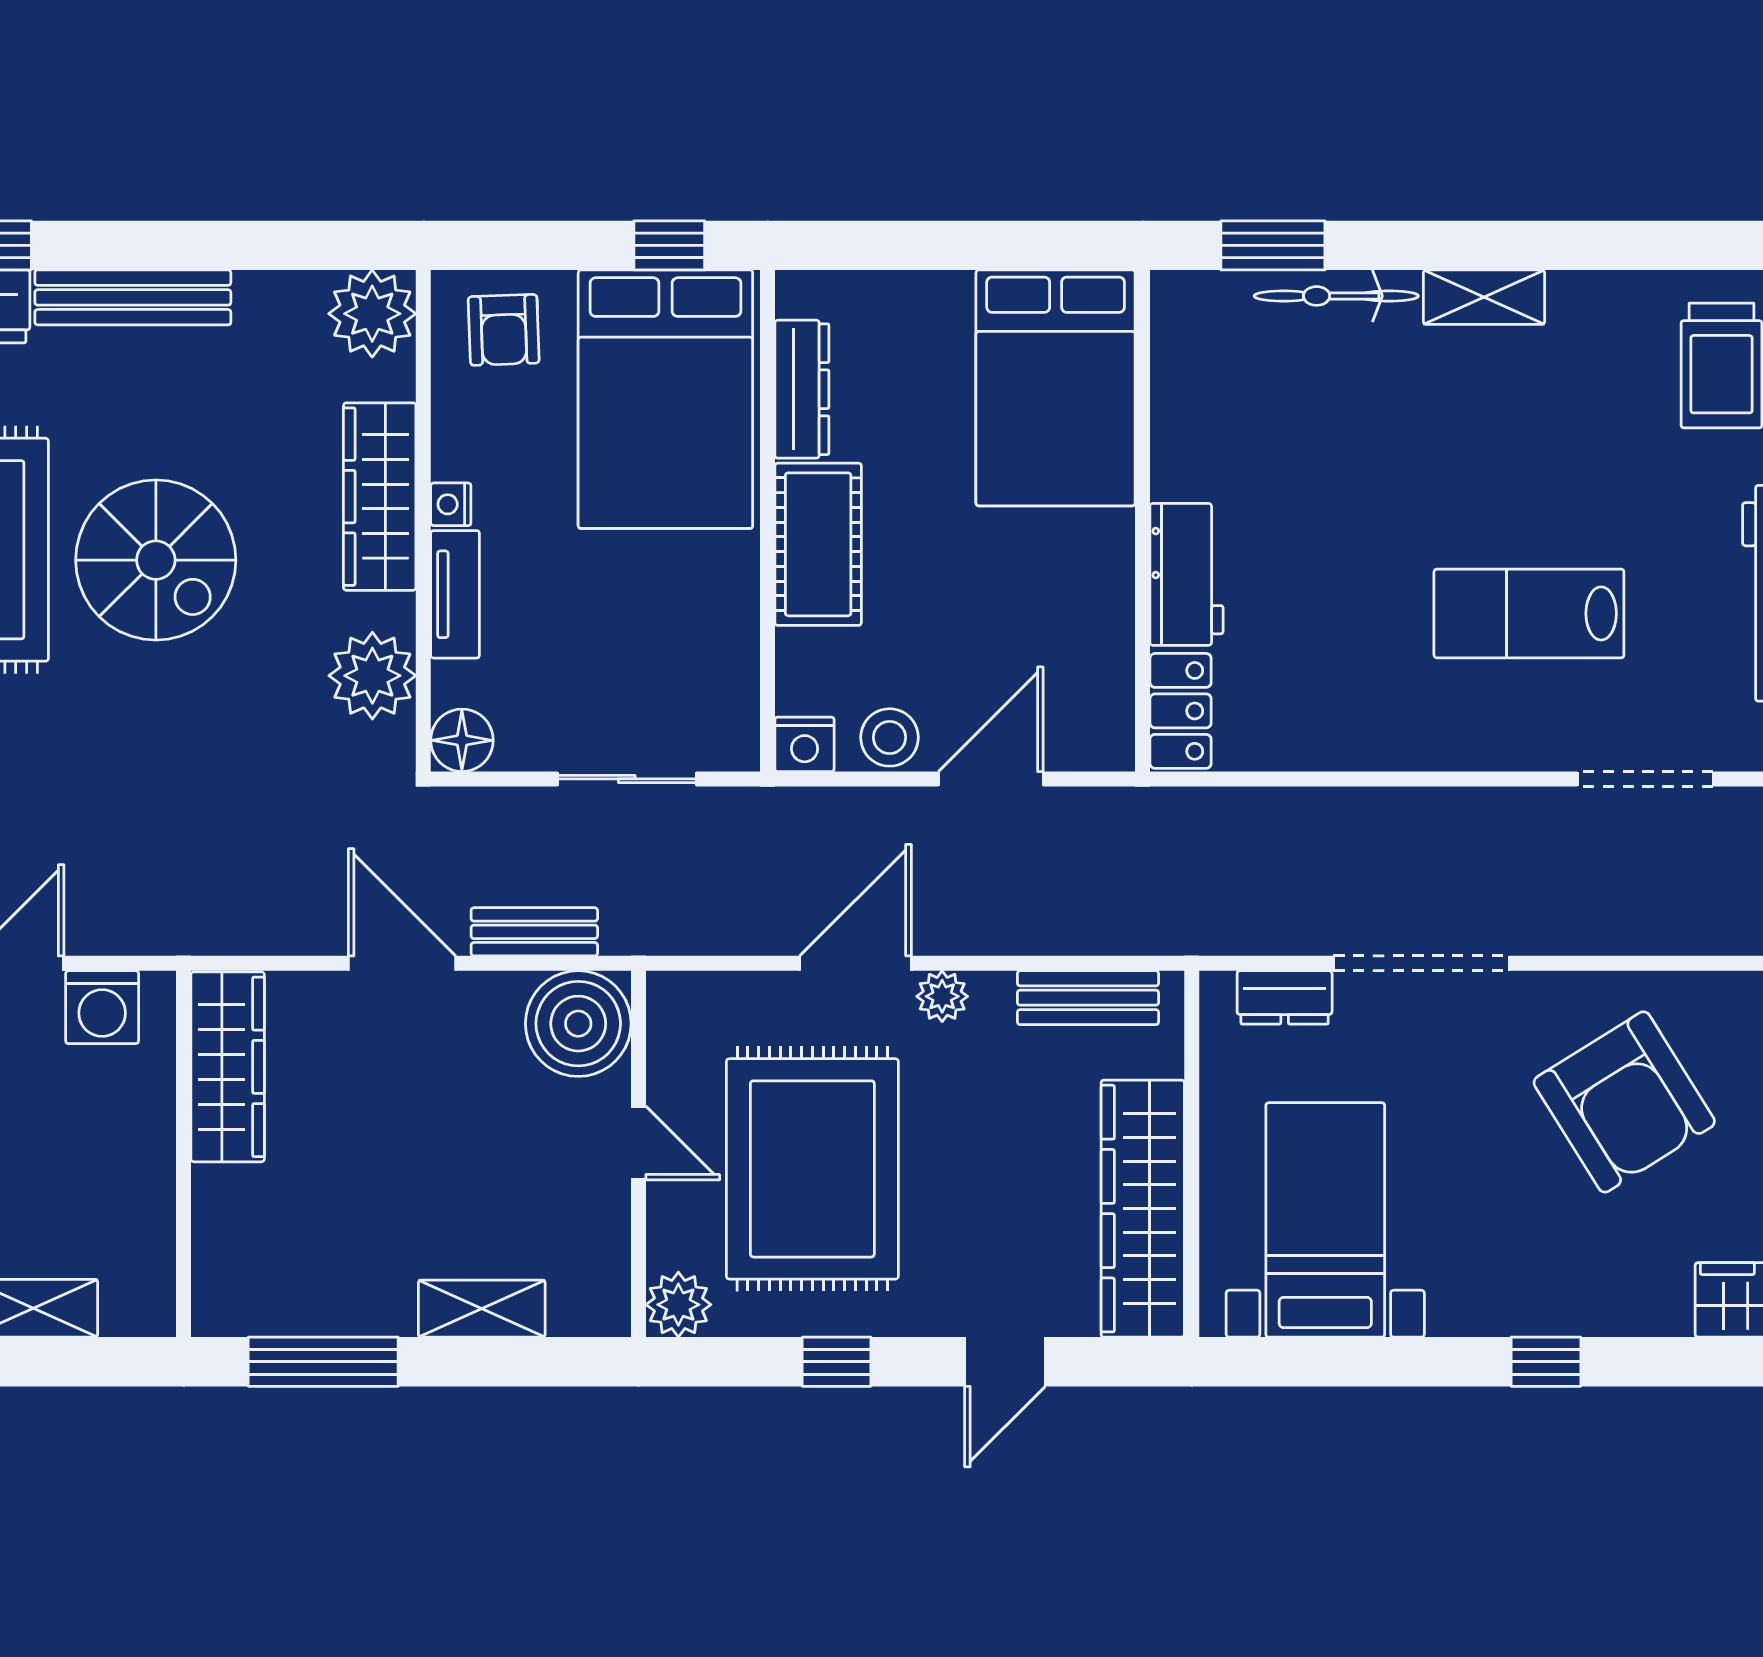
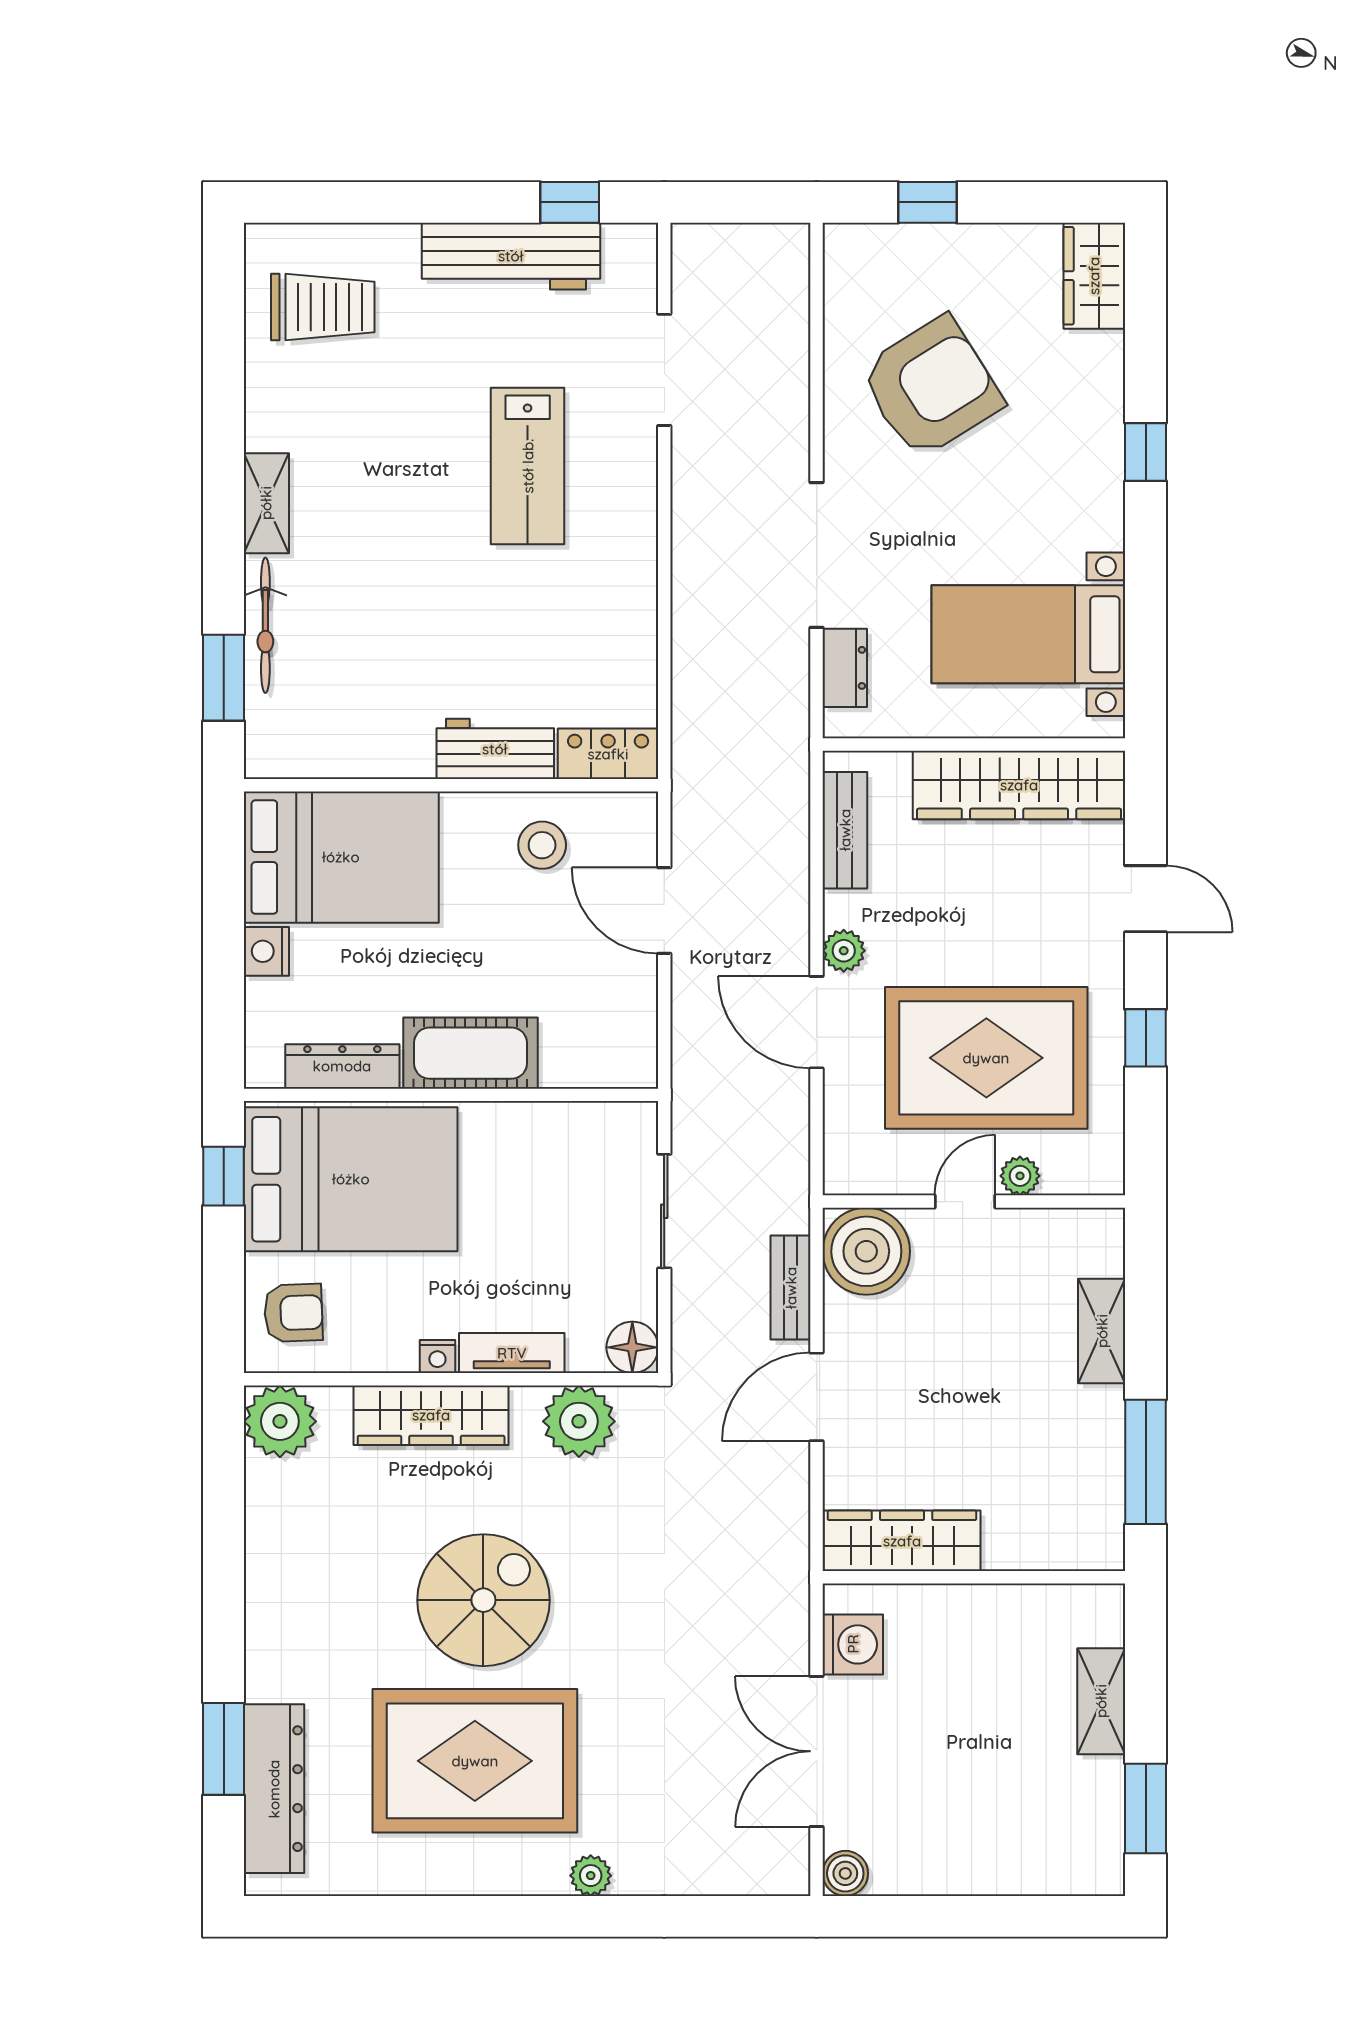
bench: (133, 297) -> (267, 1619), removed
stool: (890, 737) -> (542, 845), moved
nightstand: (805, 744) -> (266, 951), moved, turned 180
plant: (678, 1305) -> (1020, 1176), moved, width x0.73, depth x0.73

